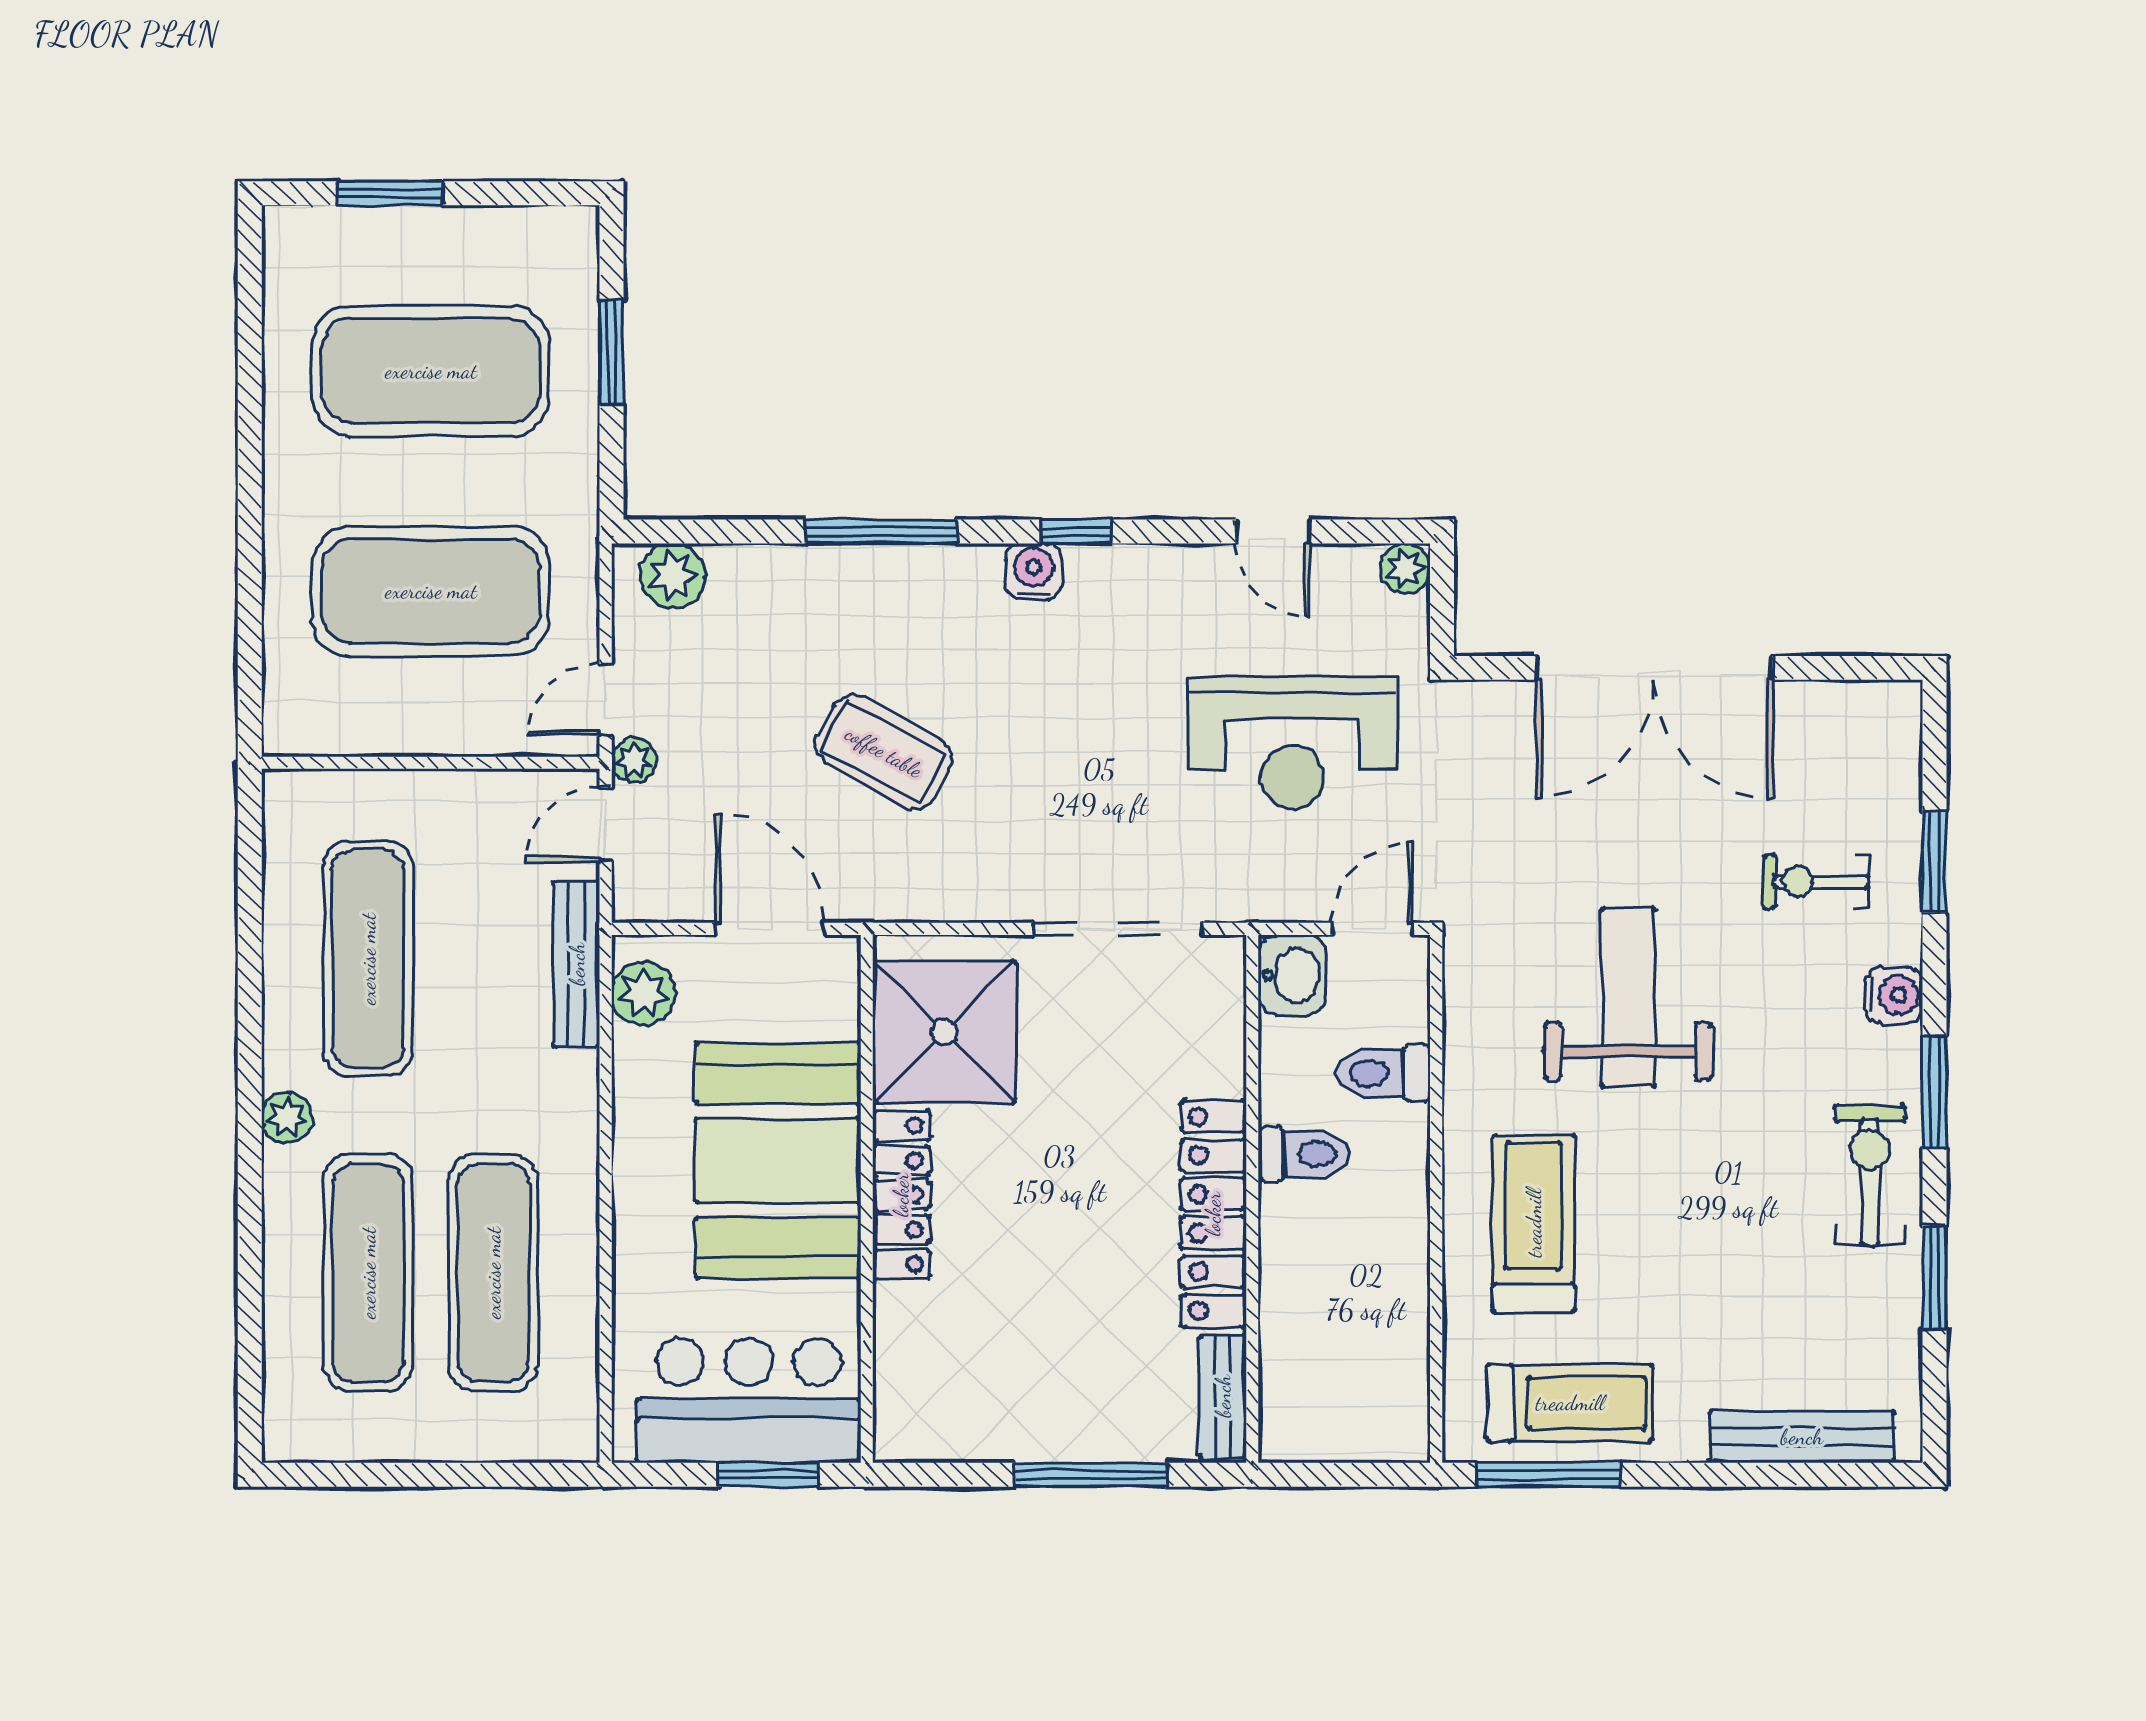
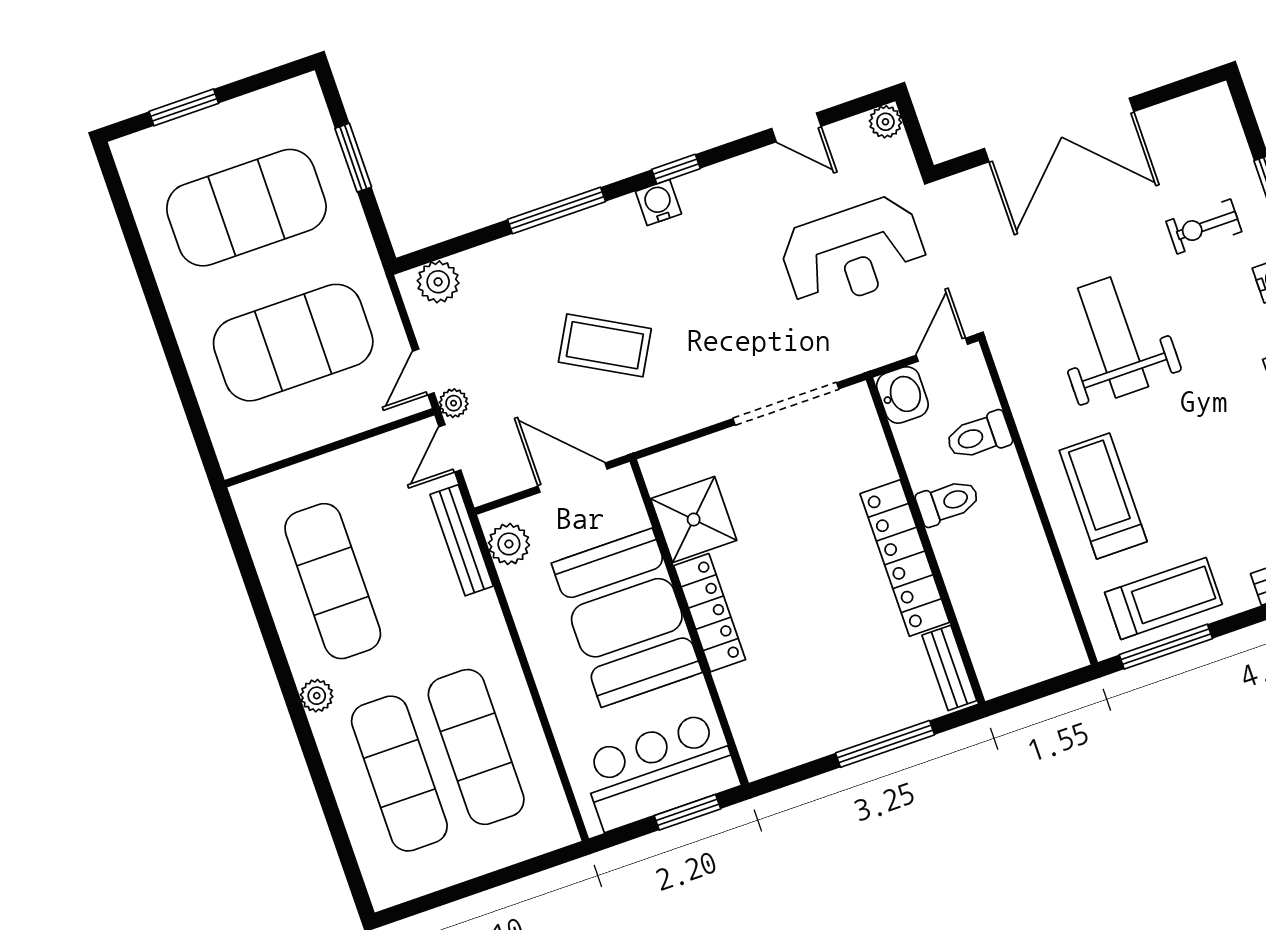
shower: (944, 1032) -> (694, 520), width x0.73, depth x0.73

